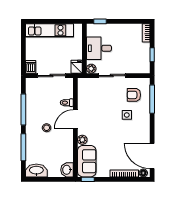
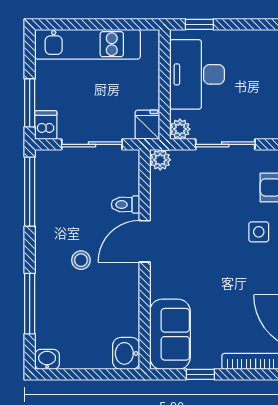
desk: (99, 48) -> (197, 74), width x1.37
window: (23, 57) -> (30, 103), added
window: (23, 109) -> (30, 192), moved
plant: (82, 140) -> (160, 160), moved
washbasin: (36, 171) -> (47, 359), width x0.52, depth x0.69
window: (88, 179) -> (200, 374), moved

